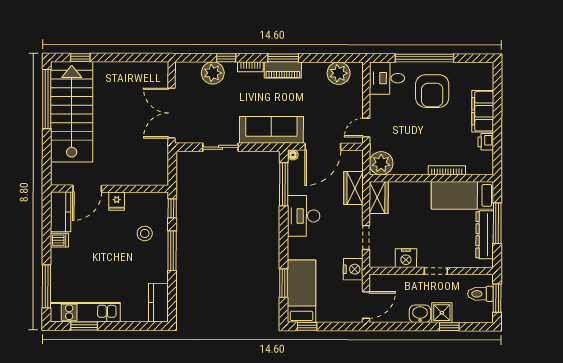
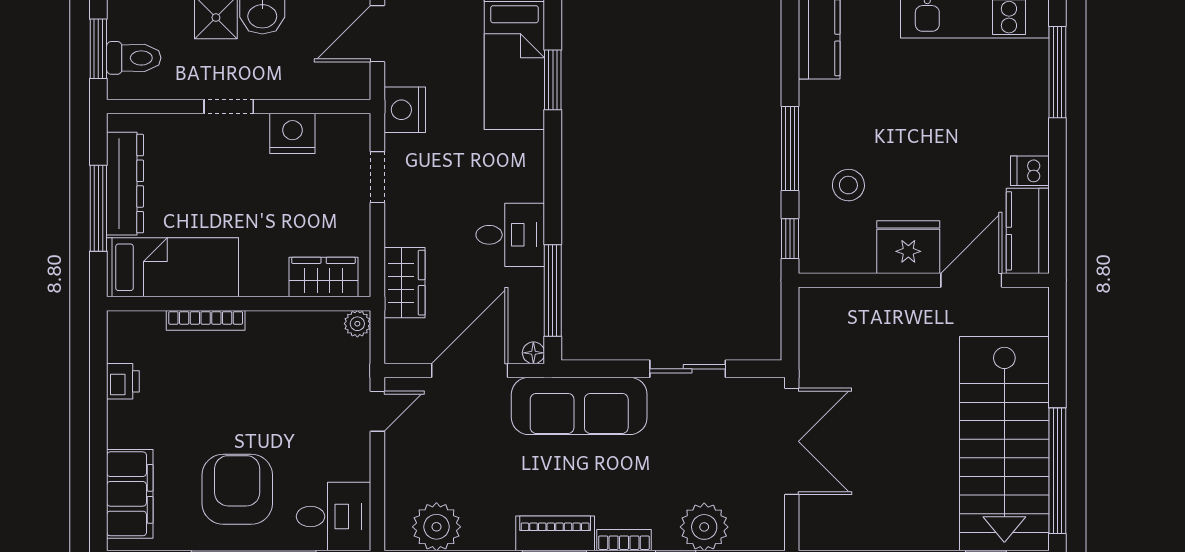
filing cabinet: (483, 111) -> (130, 494), moved
plant: (381, 163) -> (357, 324), width x0.53, depth x0.53
wardrobe: (379, 197) -> (324, 277), moved, turned 90
fridge: (117, 201) -> (908, 247), width x1.88, depth x1.34
desk: (304, 216) -> (510, 235), width x0.73

